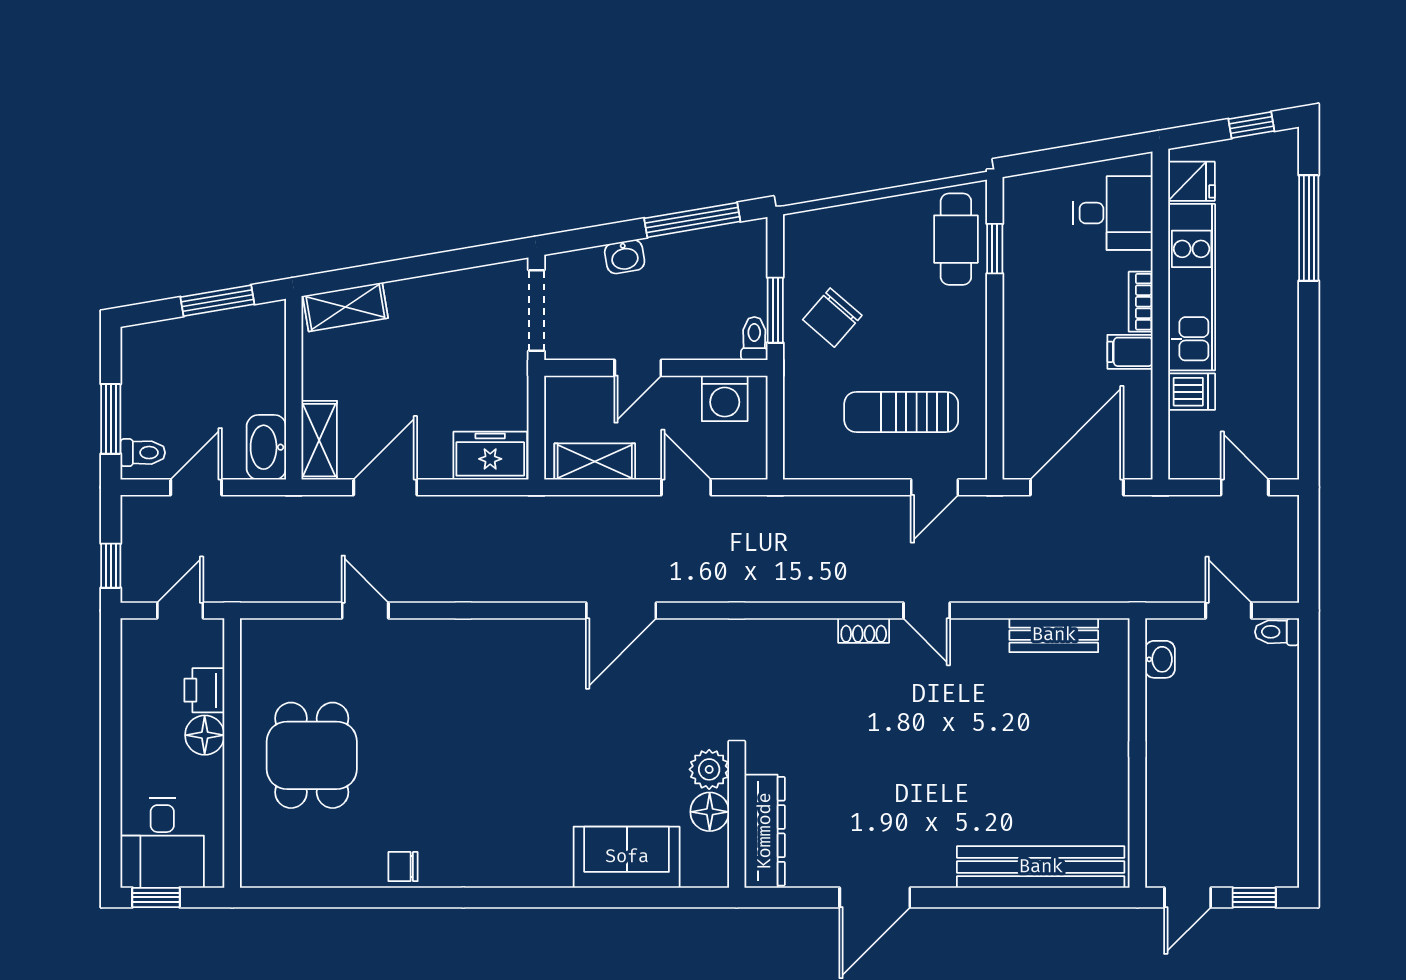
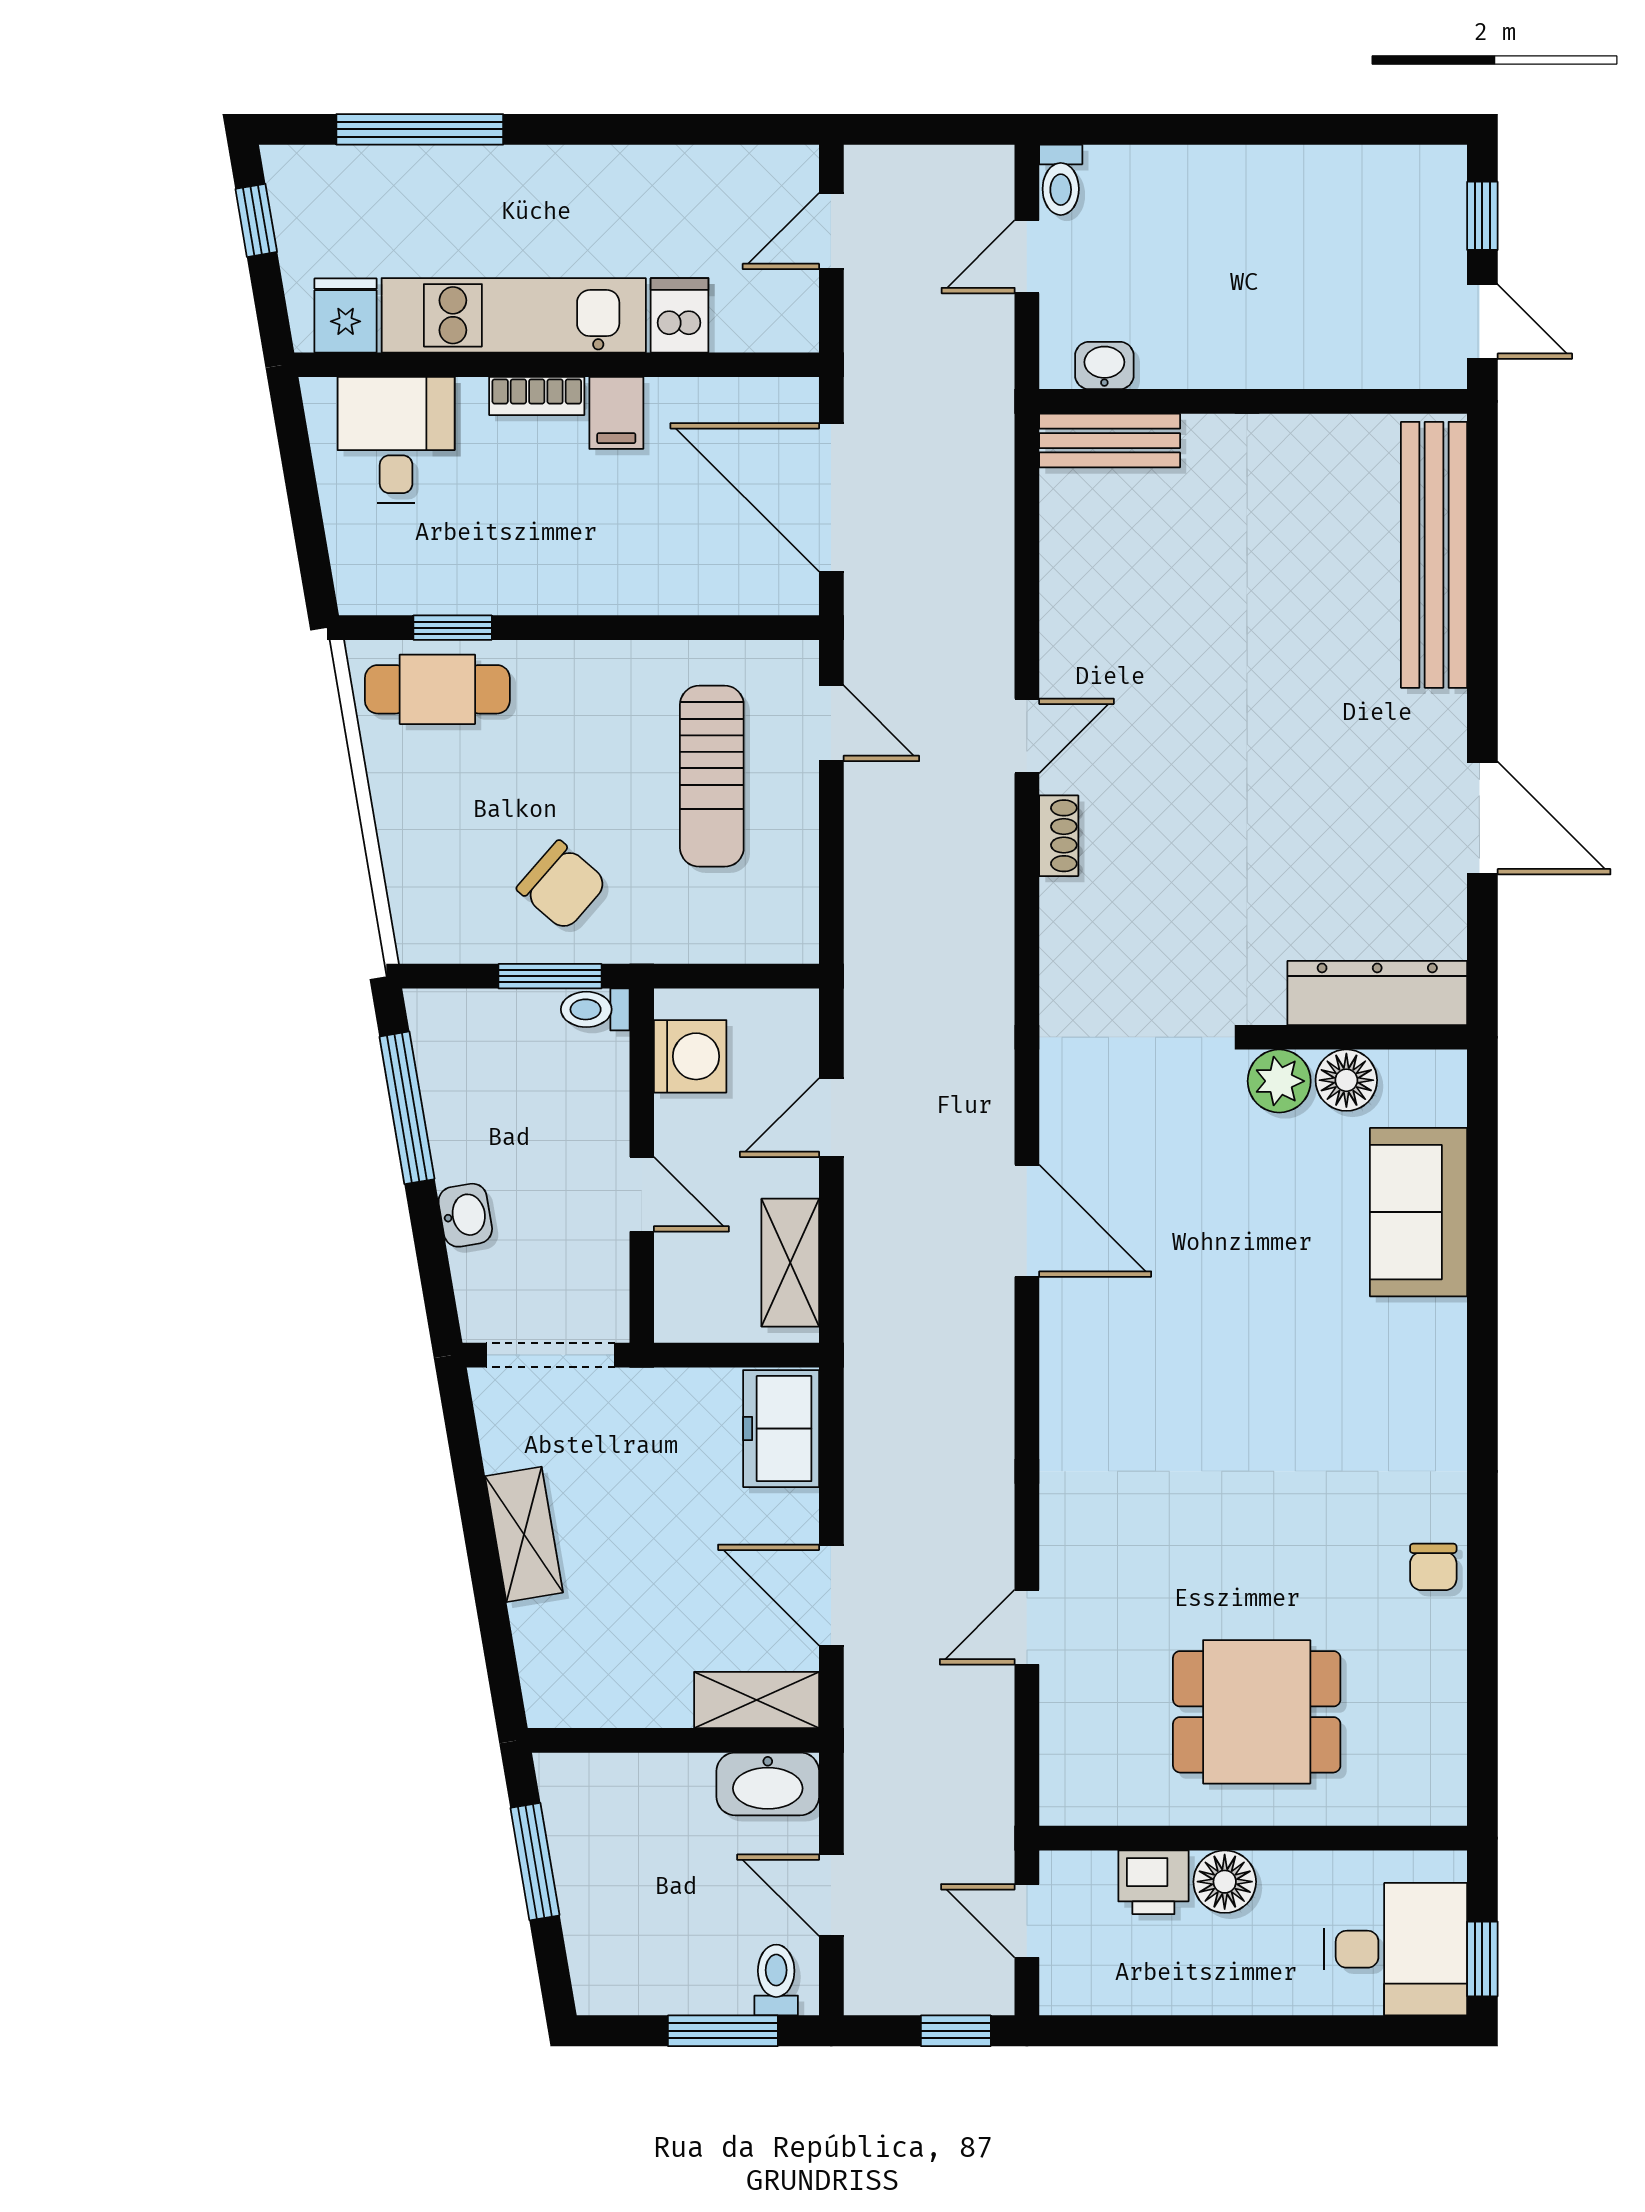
shelving: (345, 307) -> (524, 1534), moved
bench: (1054, 635) -> (1110, 441), moved, turned 90

